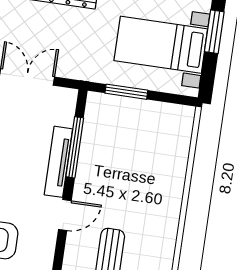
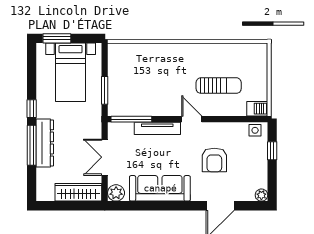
window: (75, 147) -> (131, 119), moved

